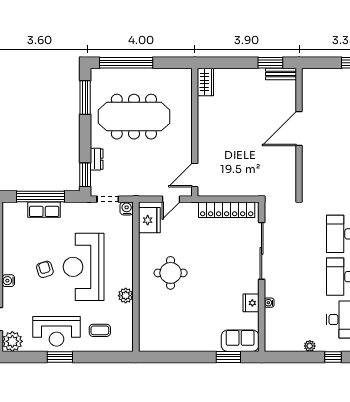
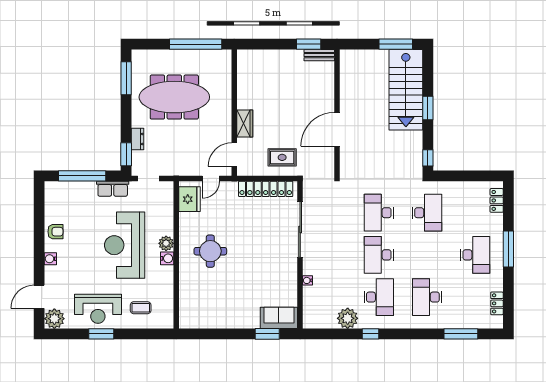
window: (126, 63) -> (196, 44), moved
wardrobe: (205, 82) -> (245, 123), moved
door: (299, 128) -> (337, 129), moved
rug: (243, 178) -> (282, 157), added
water cooler: (127, 208) -> (167, 258), moved, turned 90
row of seats: (44, 210) -> (113, 189), moved
armchair: (45, 269) -> (55, 232), moved, turned 107
plant: (126, 296) -> (166, 243), moved
fridge: (251, 303) -> (290, 281), removed
plant: (310, 346) -> (348, 318), width x1.88, depth x1.88

